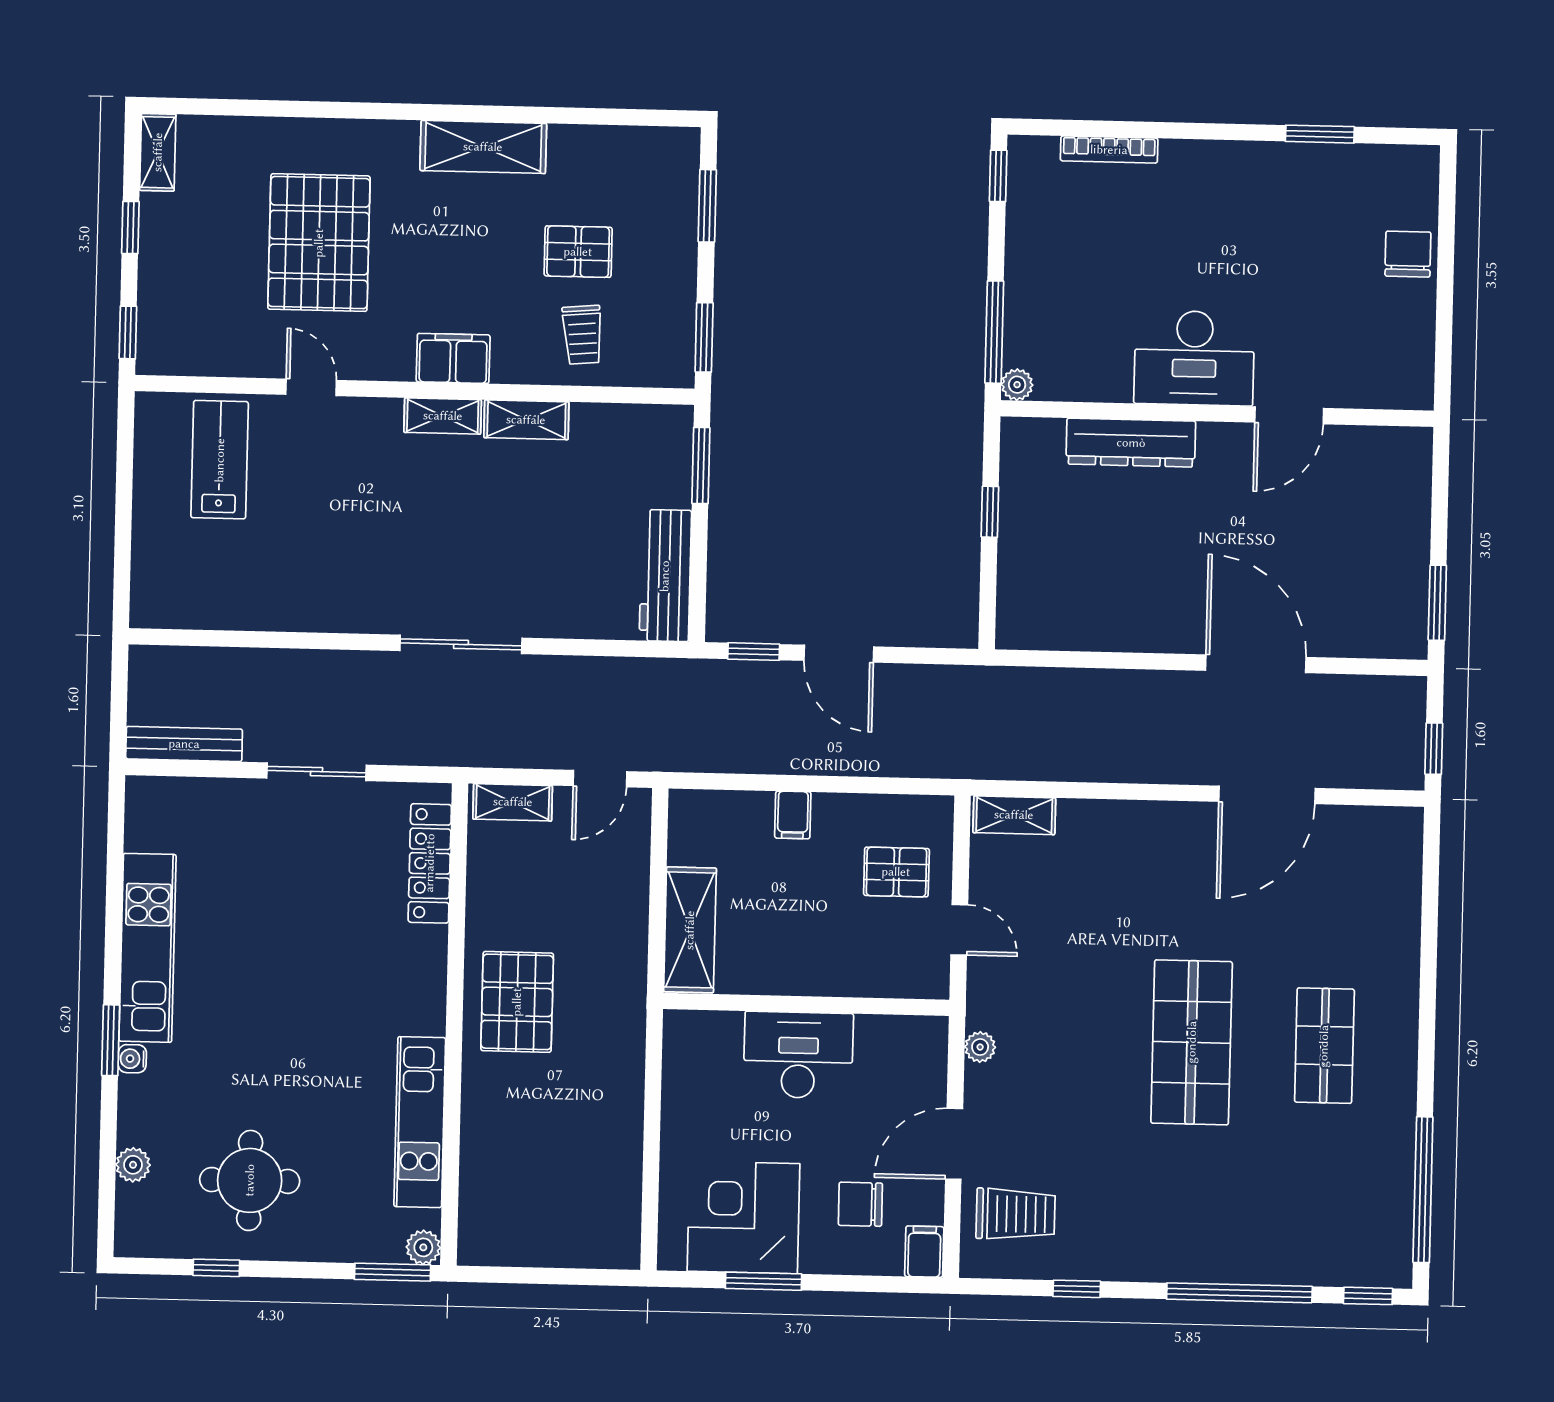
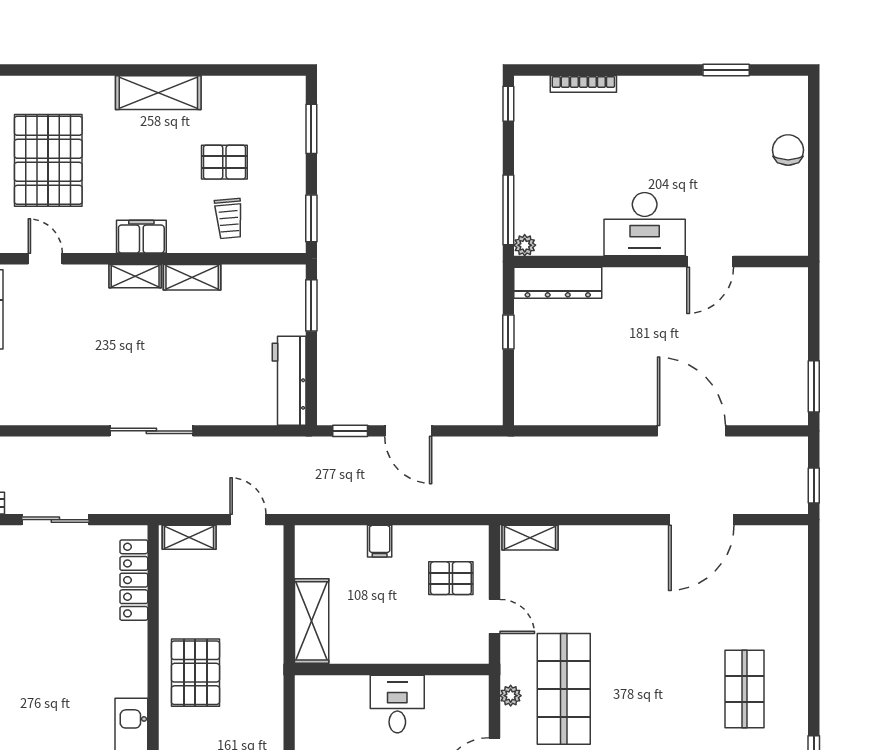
dresser: (1131, 443) -> (558, 283), moved
door: (600, 779) -> (248, 520), swing flipped
shop shelf: (1192, 1042) -> (564, 689), moved
desk: (798, 1055) -> (397, 704), width x0.73

